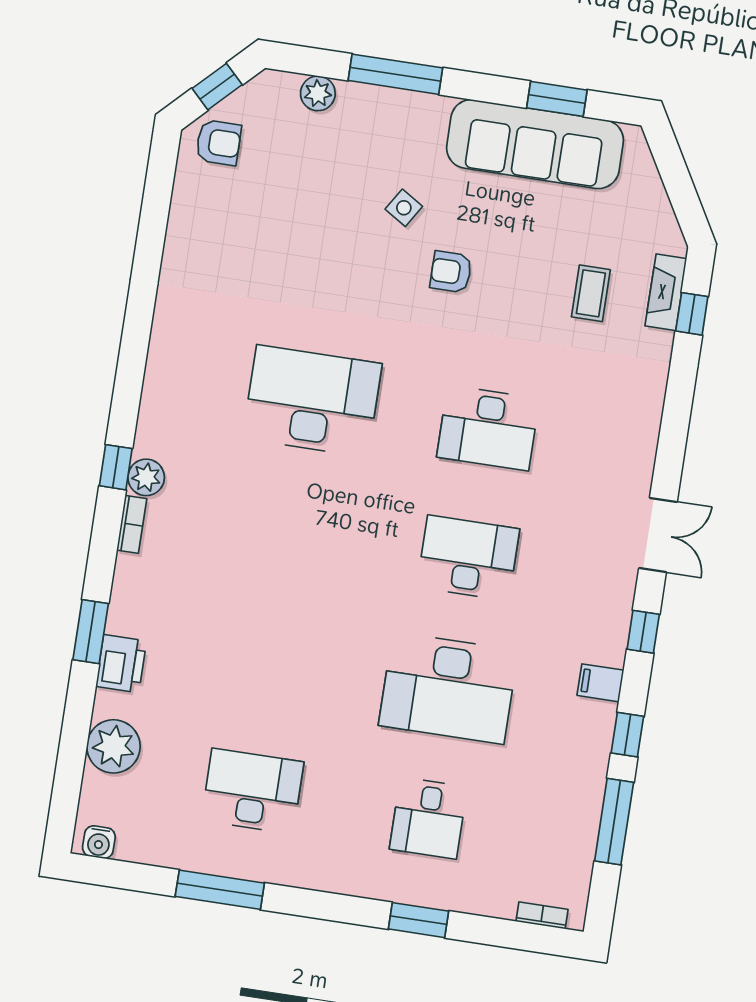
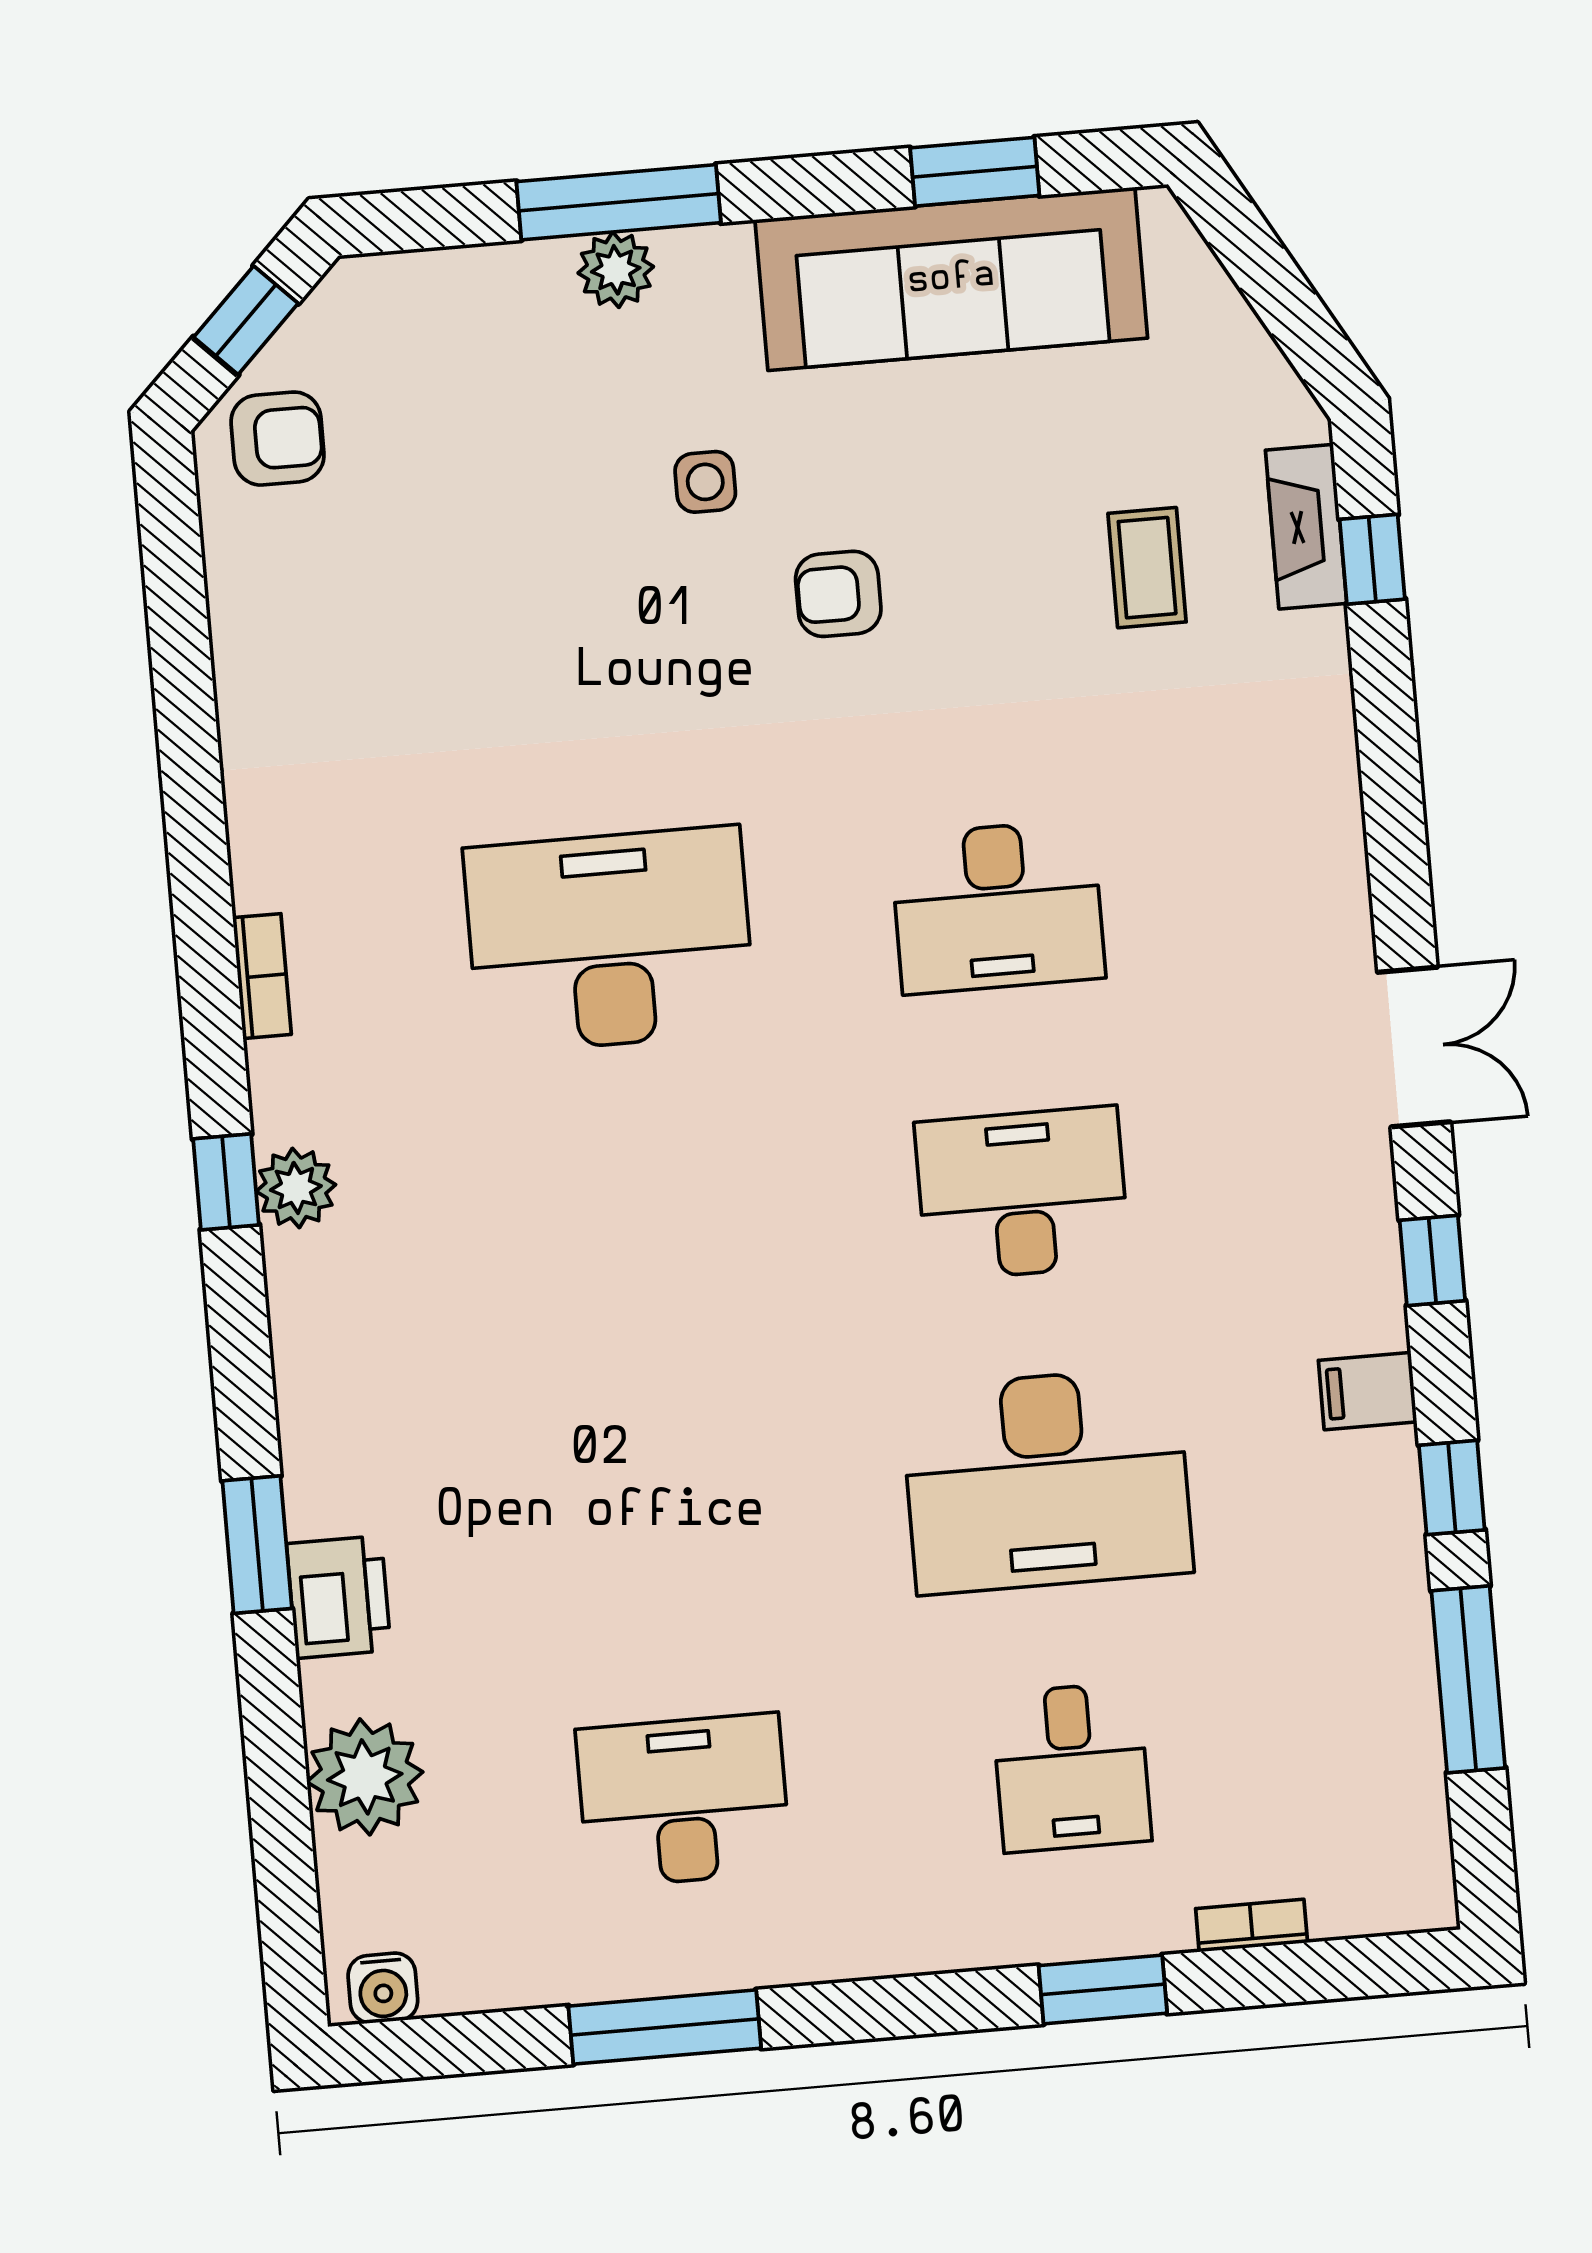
plant: (318, 93) -> (616, 270), moved
side table: (404, 208) -> (705, 482), turned -32
bookcase: (132, 524) -> (262, 976), moved
bookcase: (542, 915) -> (1252, 1926), moved

